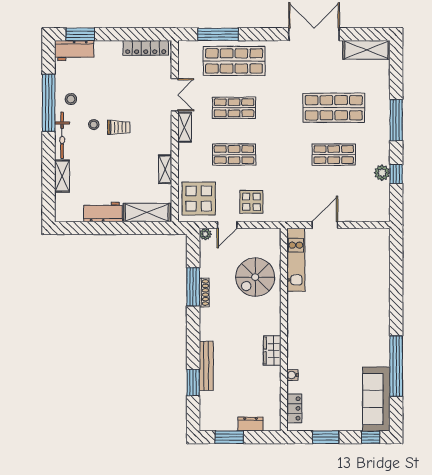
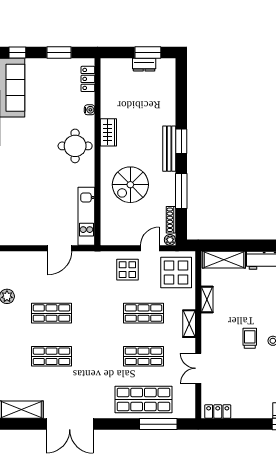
locker: (146, 48) -> (218, 411), width x0.66
shop shelf: (334, 108) -> (52, 356), width x0.70, depth x0.74
trolley: (119, 127) -> (250, 338), turned 90
shelving: (185, 127) -> (189, 324), moved
spiral stairs: (255, 277) -> (130, 185), moved, turned 180
shoe rack: (204, 293) -> (171, 220), moved
round table: (308, 336) -> (75, 146), added
bench: (206, 366) -> (169, 149), moved
window: (193, 382) -> (181, 141), moved
dresser: (251, 424) -> (144, 65), moved

